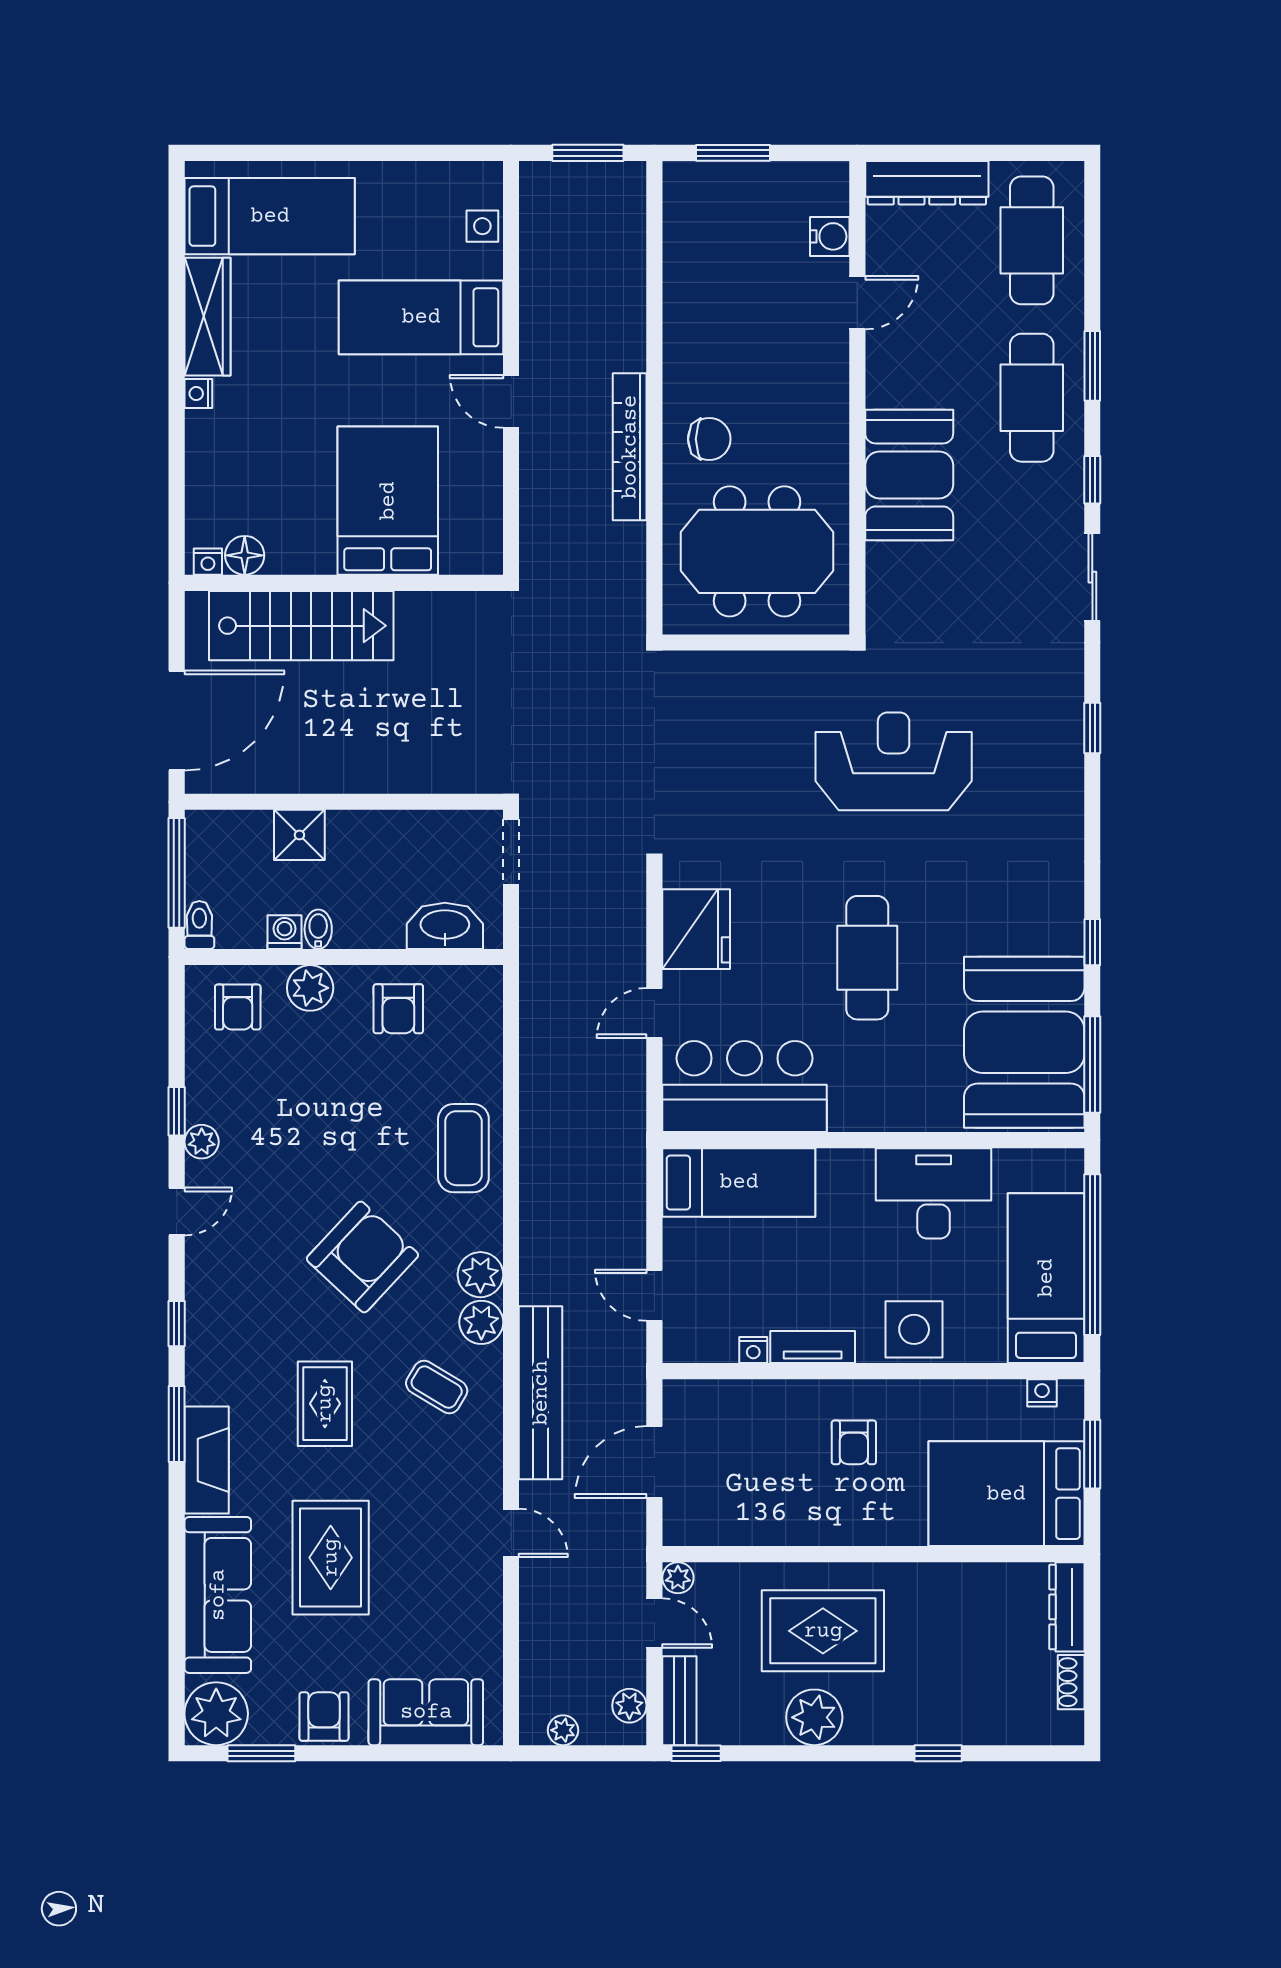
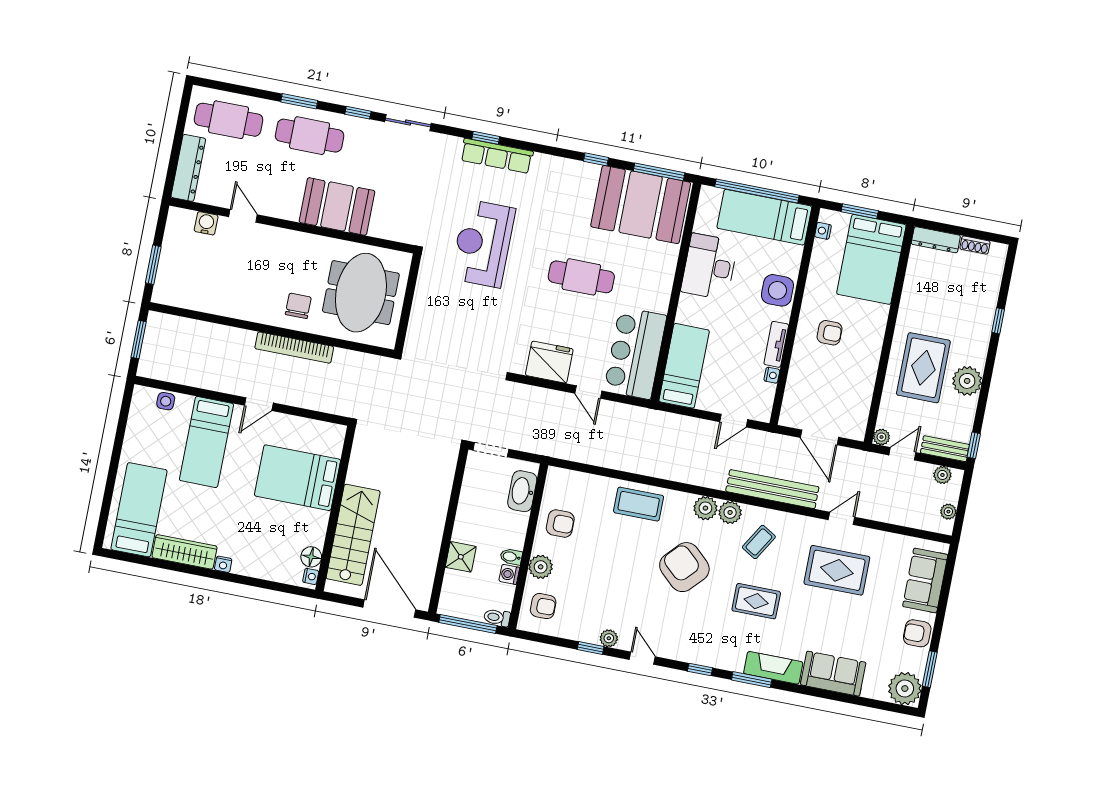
row of seats: (1063, 755) -> (497, 156), added
rug: (331, 1558) -> (837, 570), moved
sofa: (218, 1595) -> (833, 674), width x0.73

